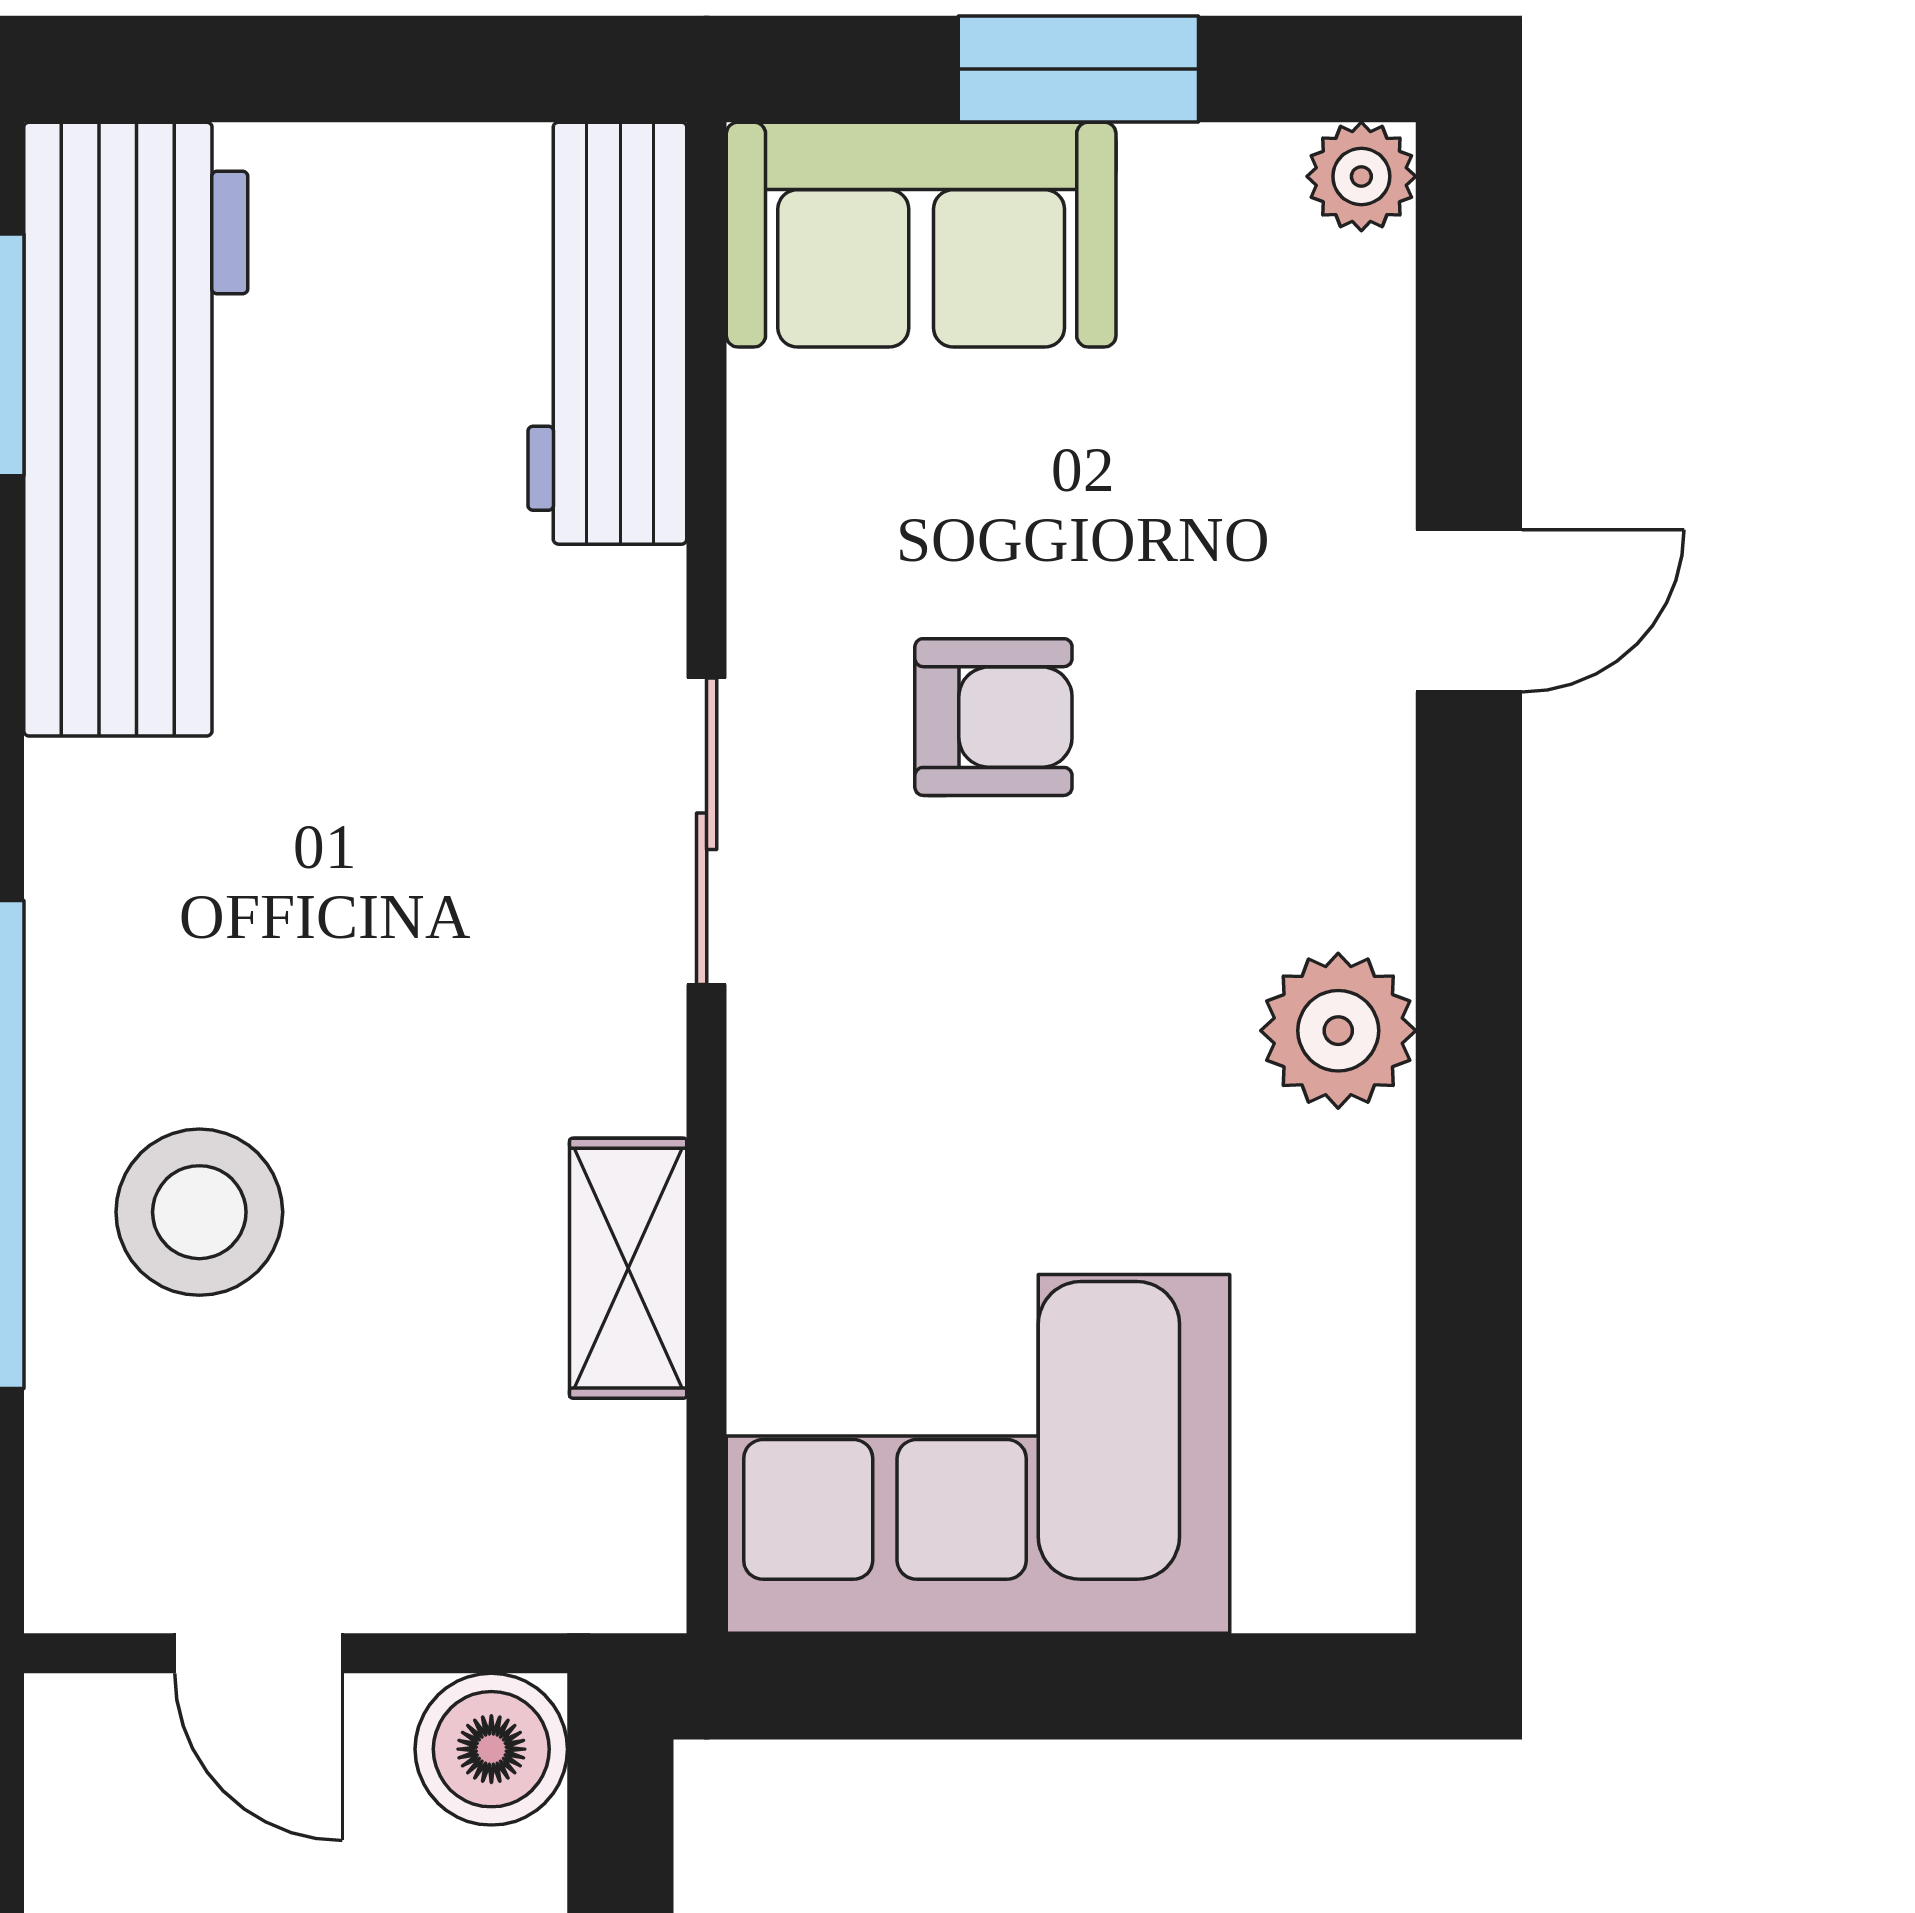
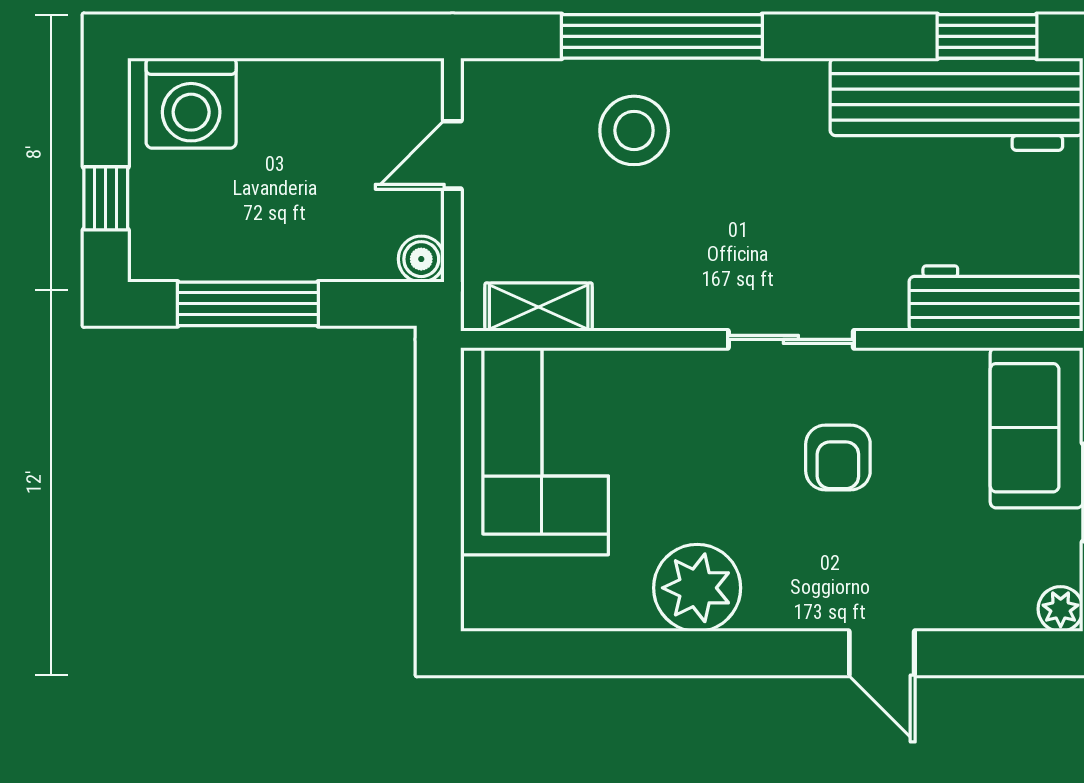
plant: (1338, 1031) -> (697, 588), width x1.36, depth x1.36
shelving: (628, 1268) -> (539, 307), moved
boiler: (491, 1749) -> (421, 259), width x0.73, depth x0.73

